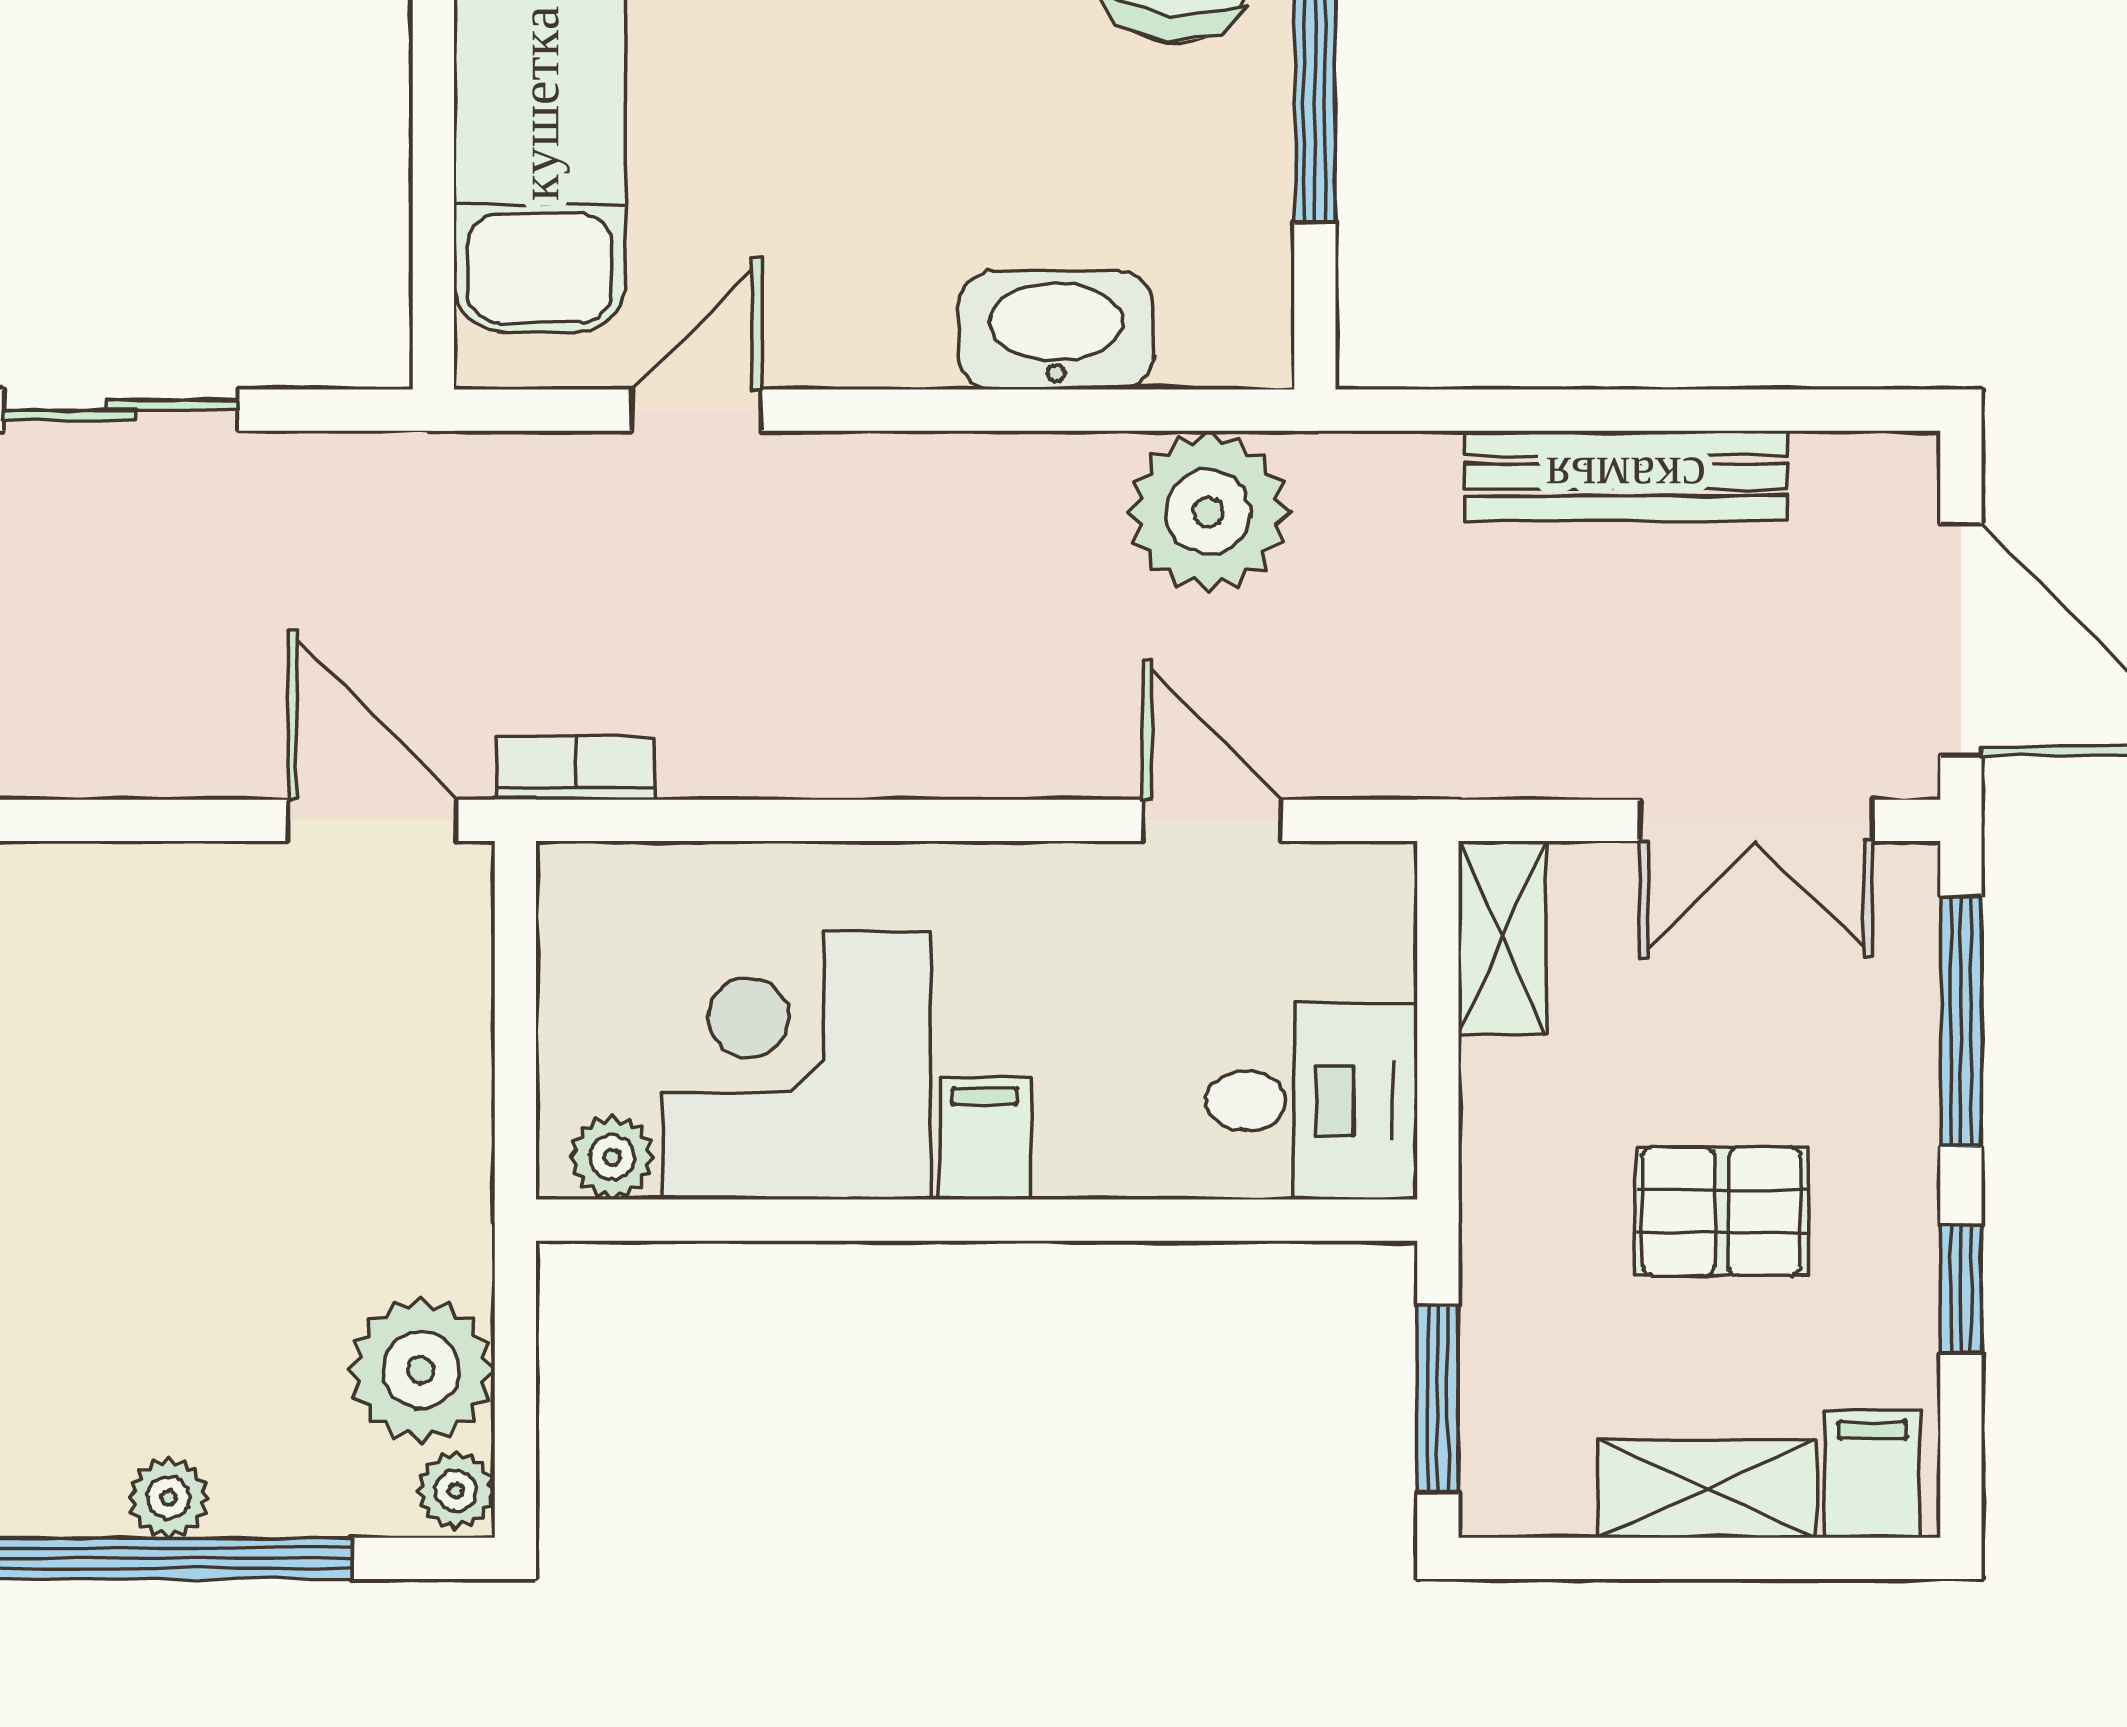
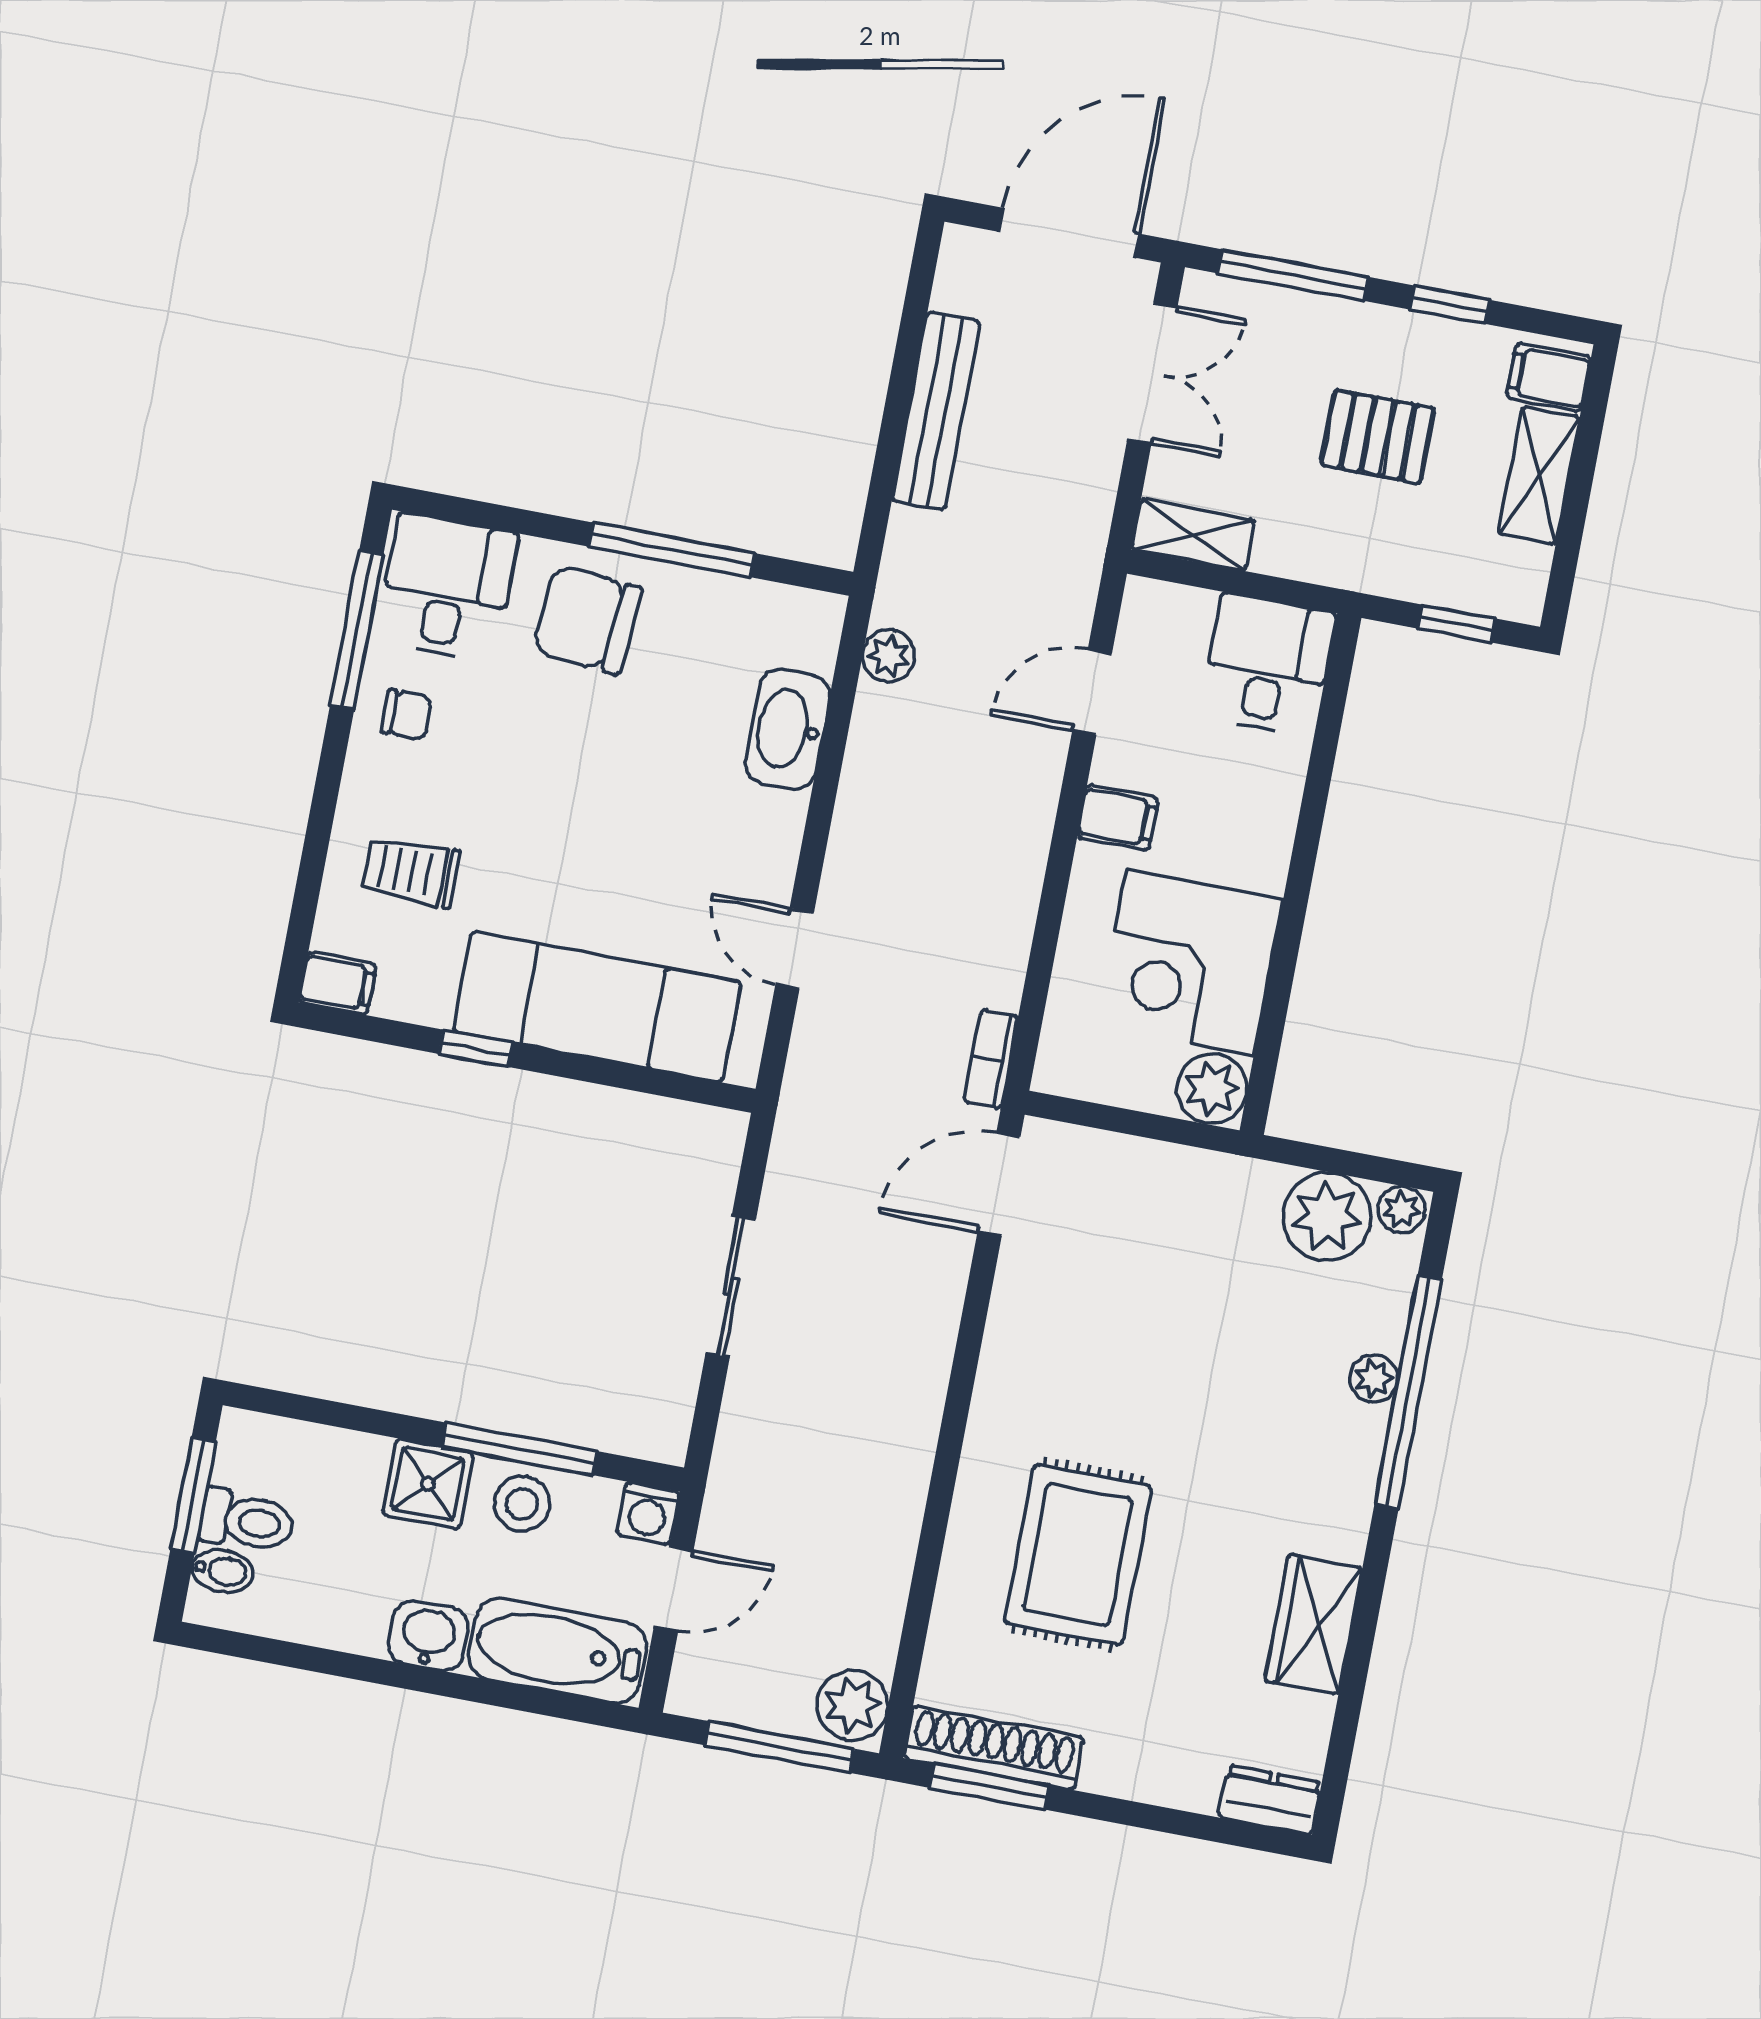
plant: (1208, 512) -> (889, 656), width x0.53, depth x0.53
filing cabinet: (985, 1139) -> (1118, 817), moved, turned 180
plant: (612, 1157) -> (1212, 1089), width x1.38, depth x1.38
pallet: (1721, 1211) -> (1378, 437), turned 90
window: (1438, 1399) -> (1456, 624), width x0.67

